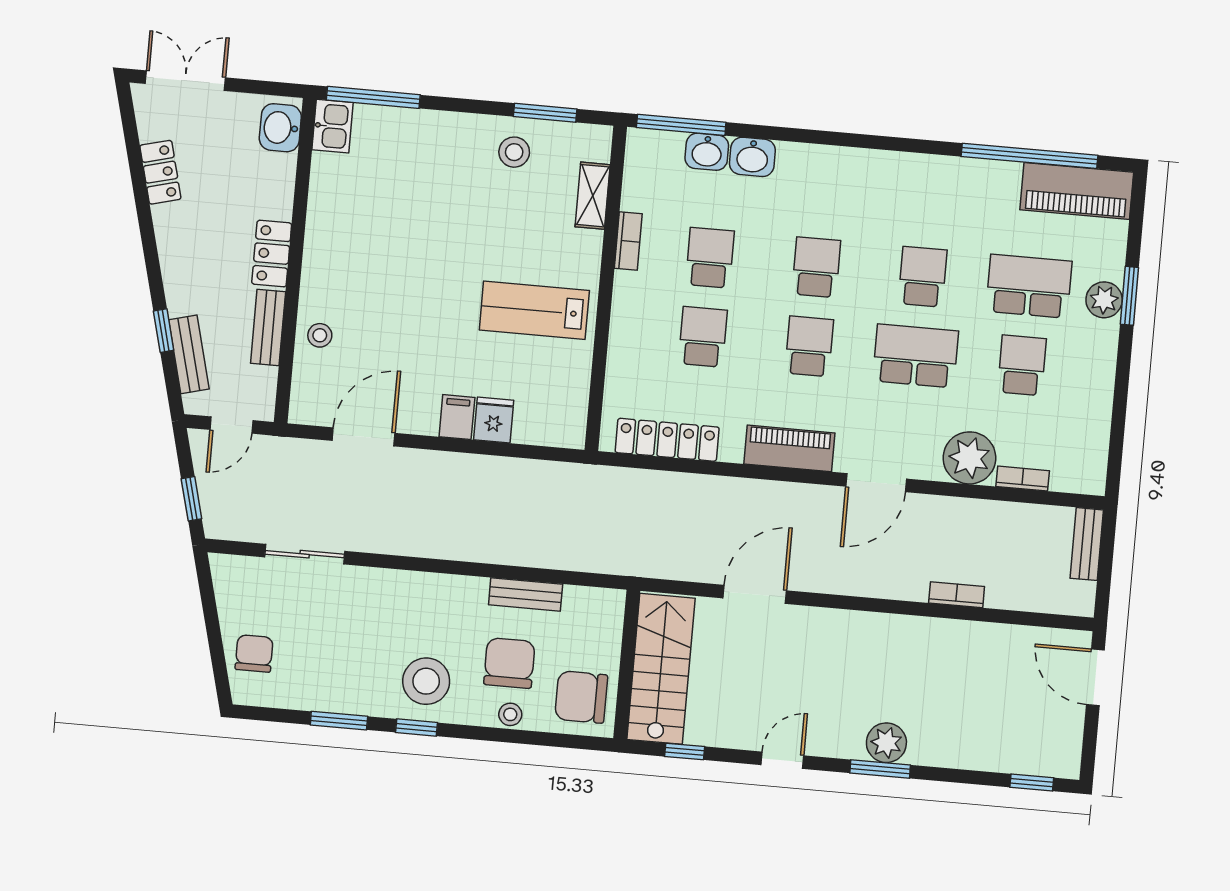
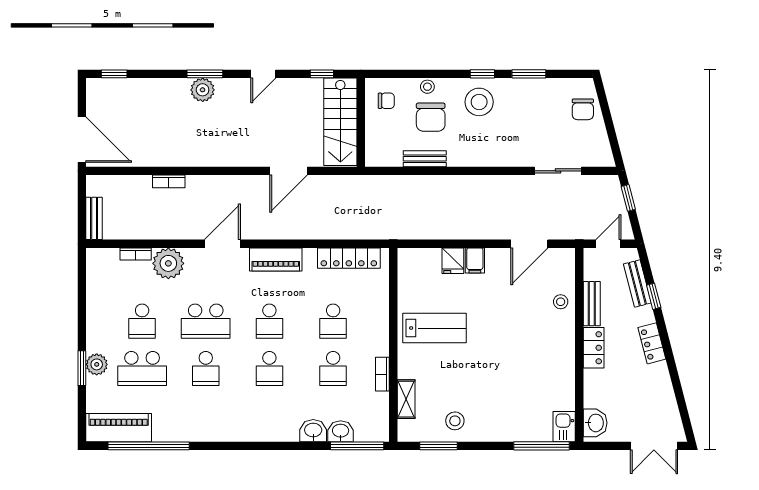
locker: (160, 172) -> (652, 343), moved
door: (1095, 677) -> (82, 140), width x1.36
chair: (581, 697) -> (386, 101), width x0.54, depth x0.54

